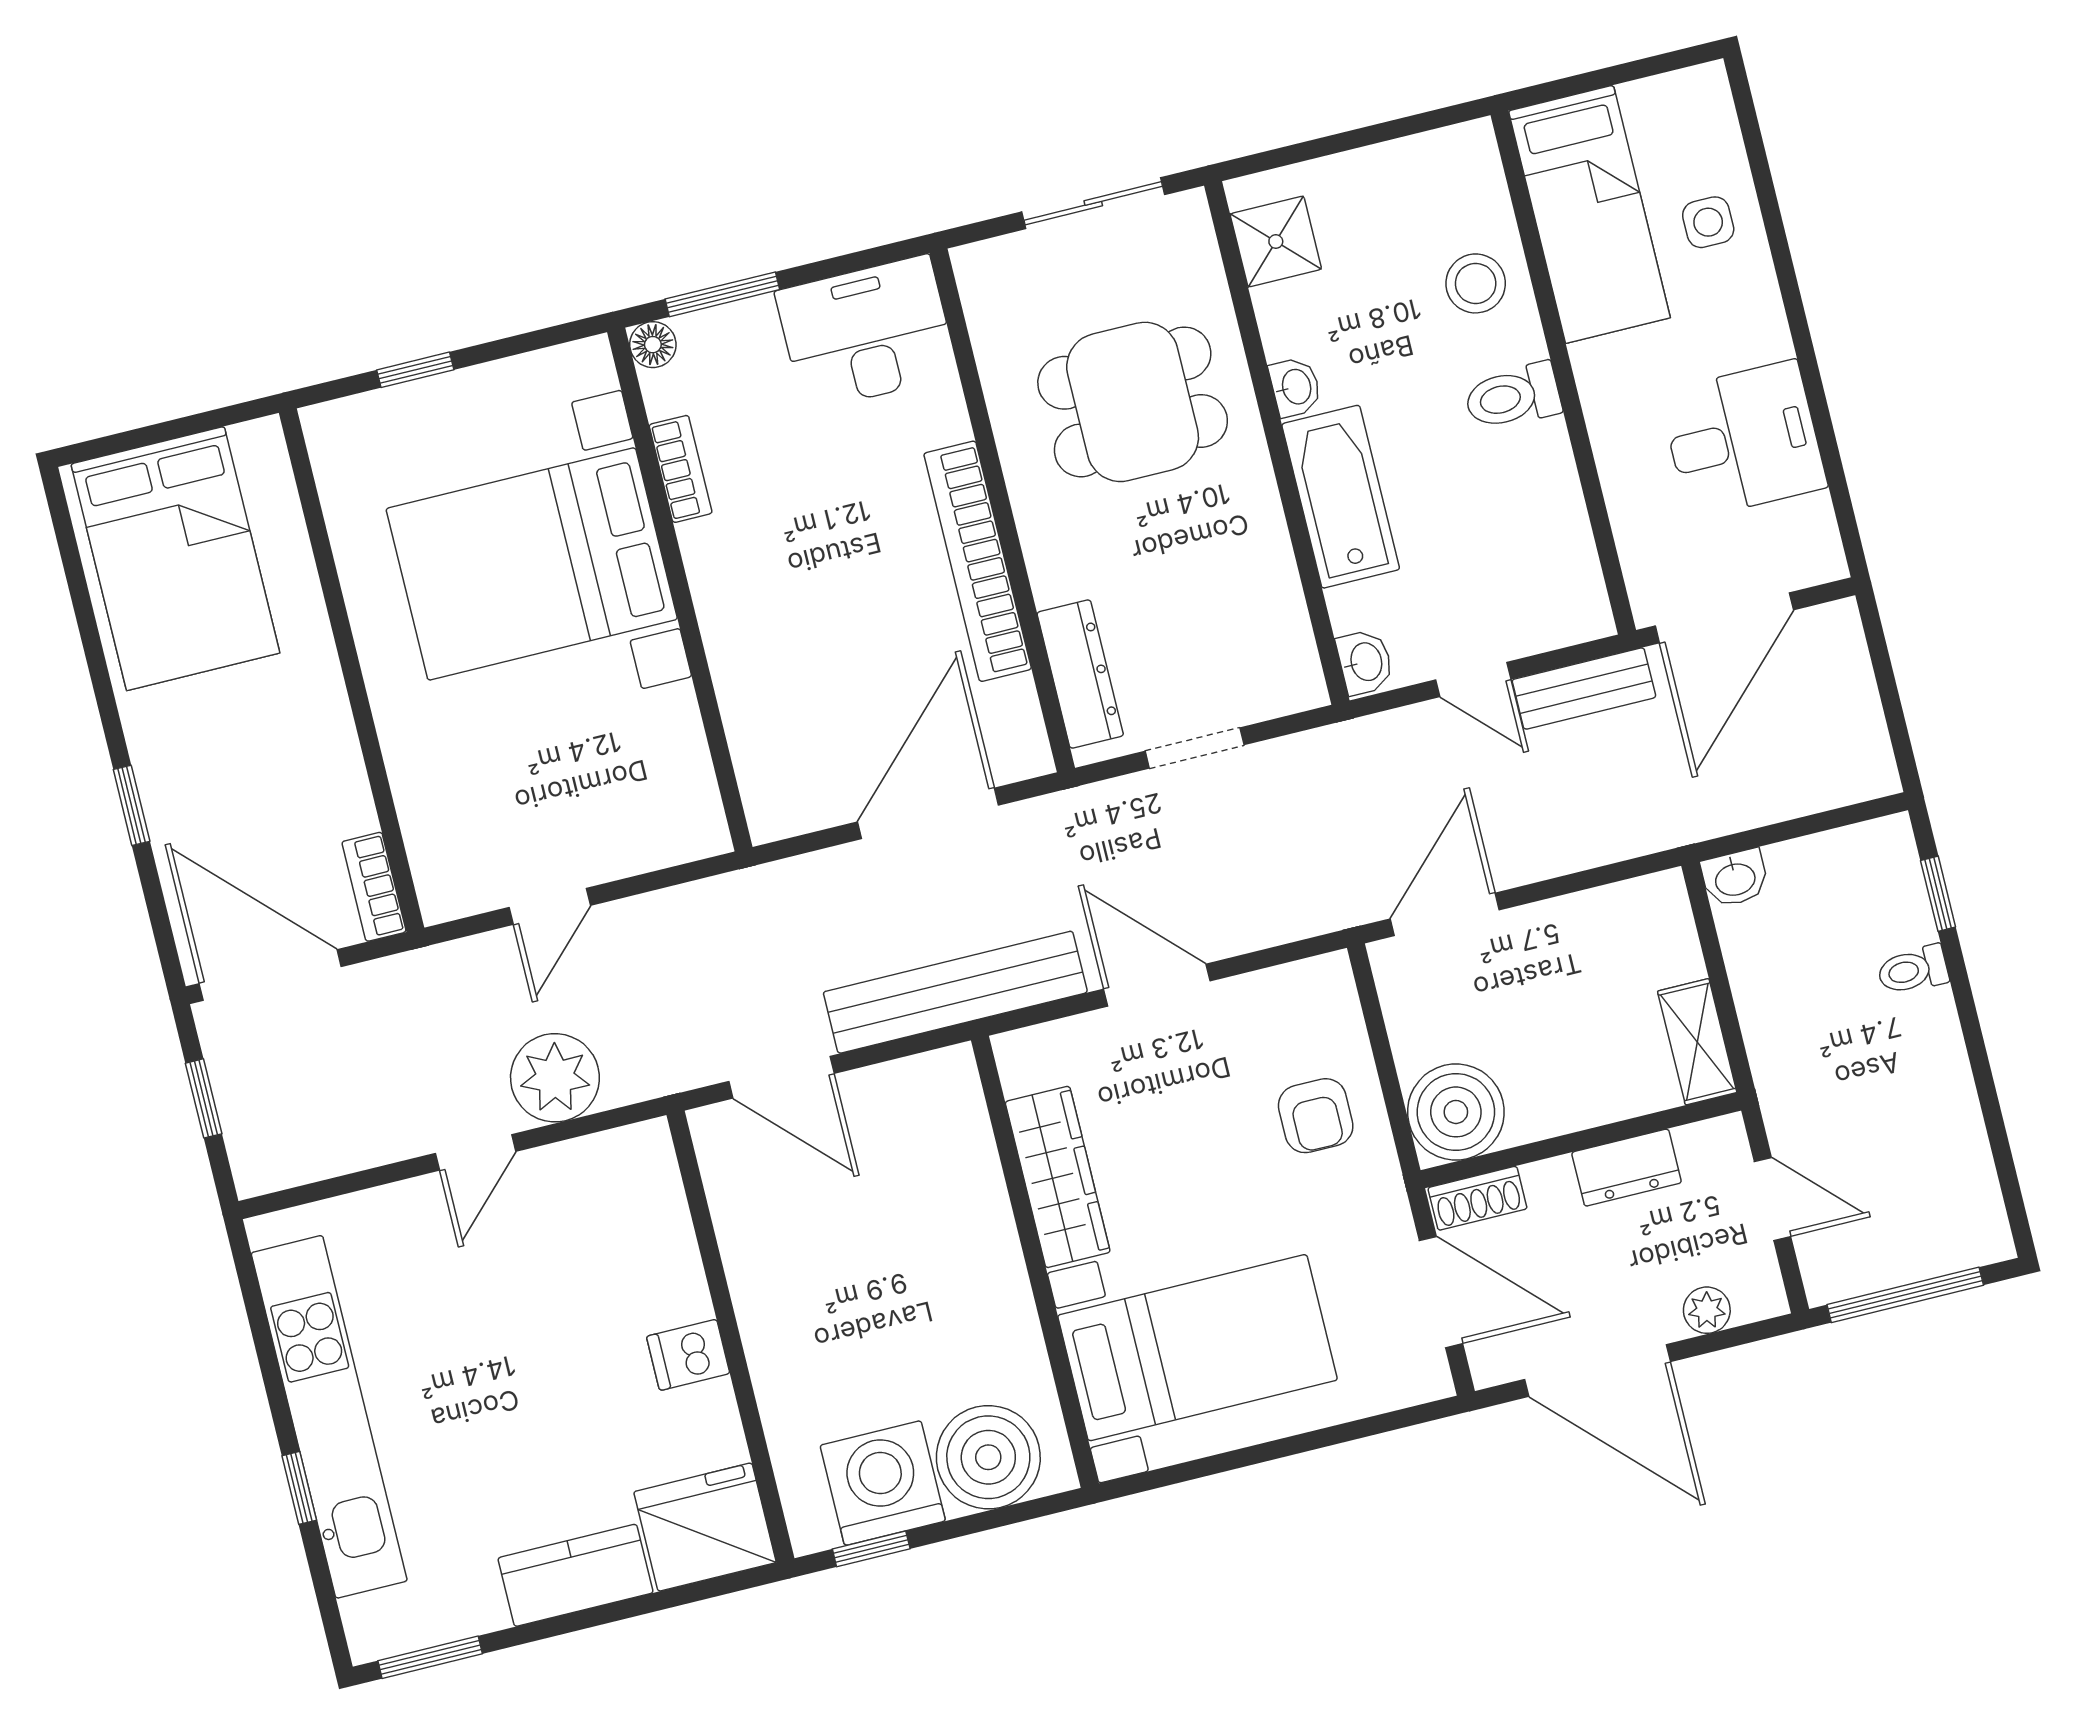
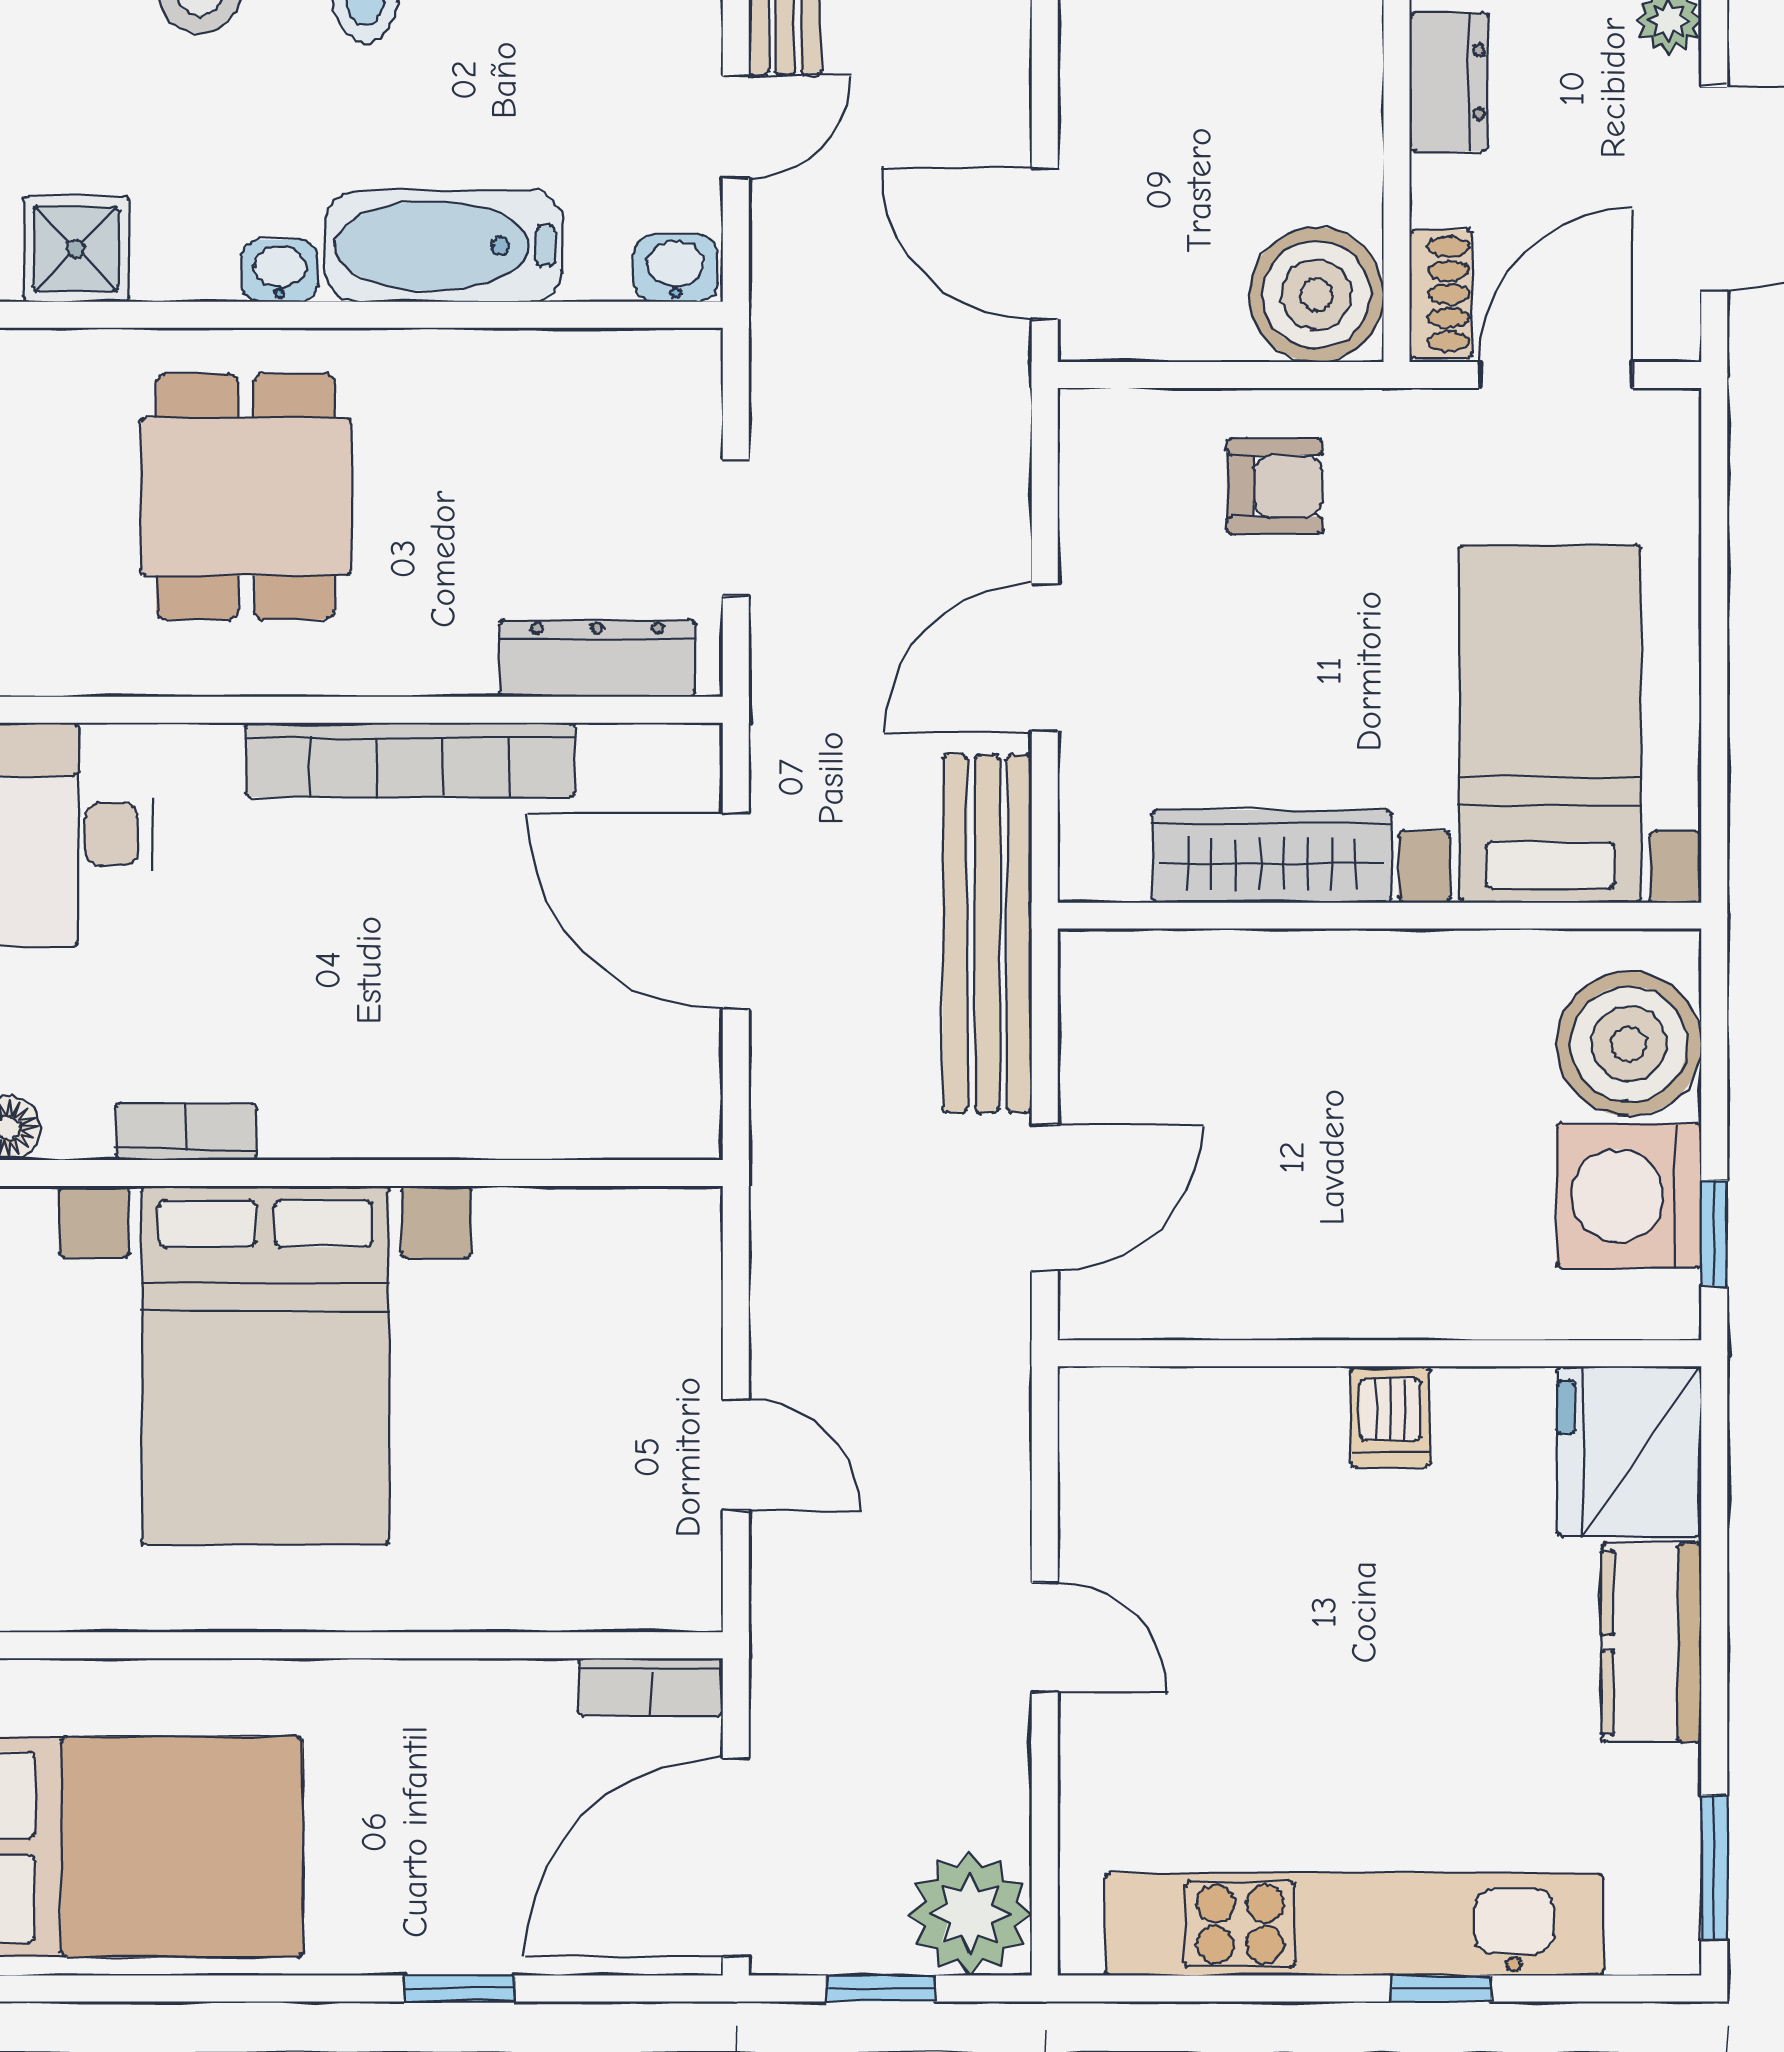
plant: (555, 1078) -> (970, 1914), moved

